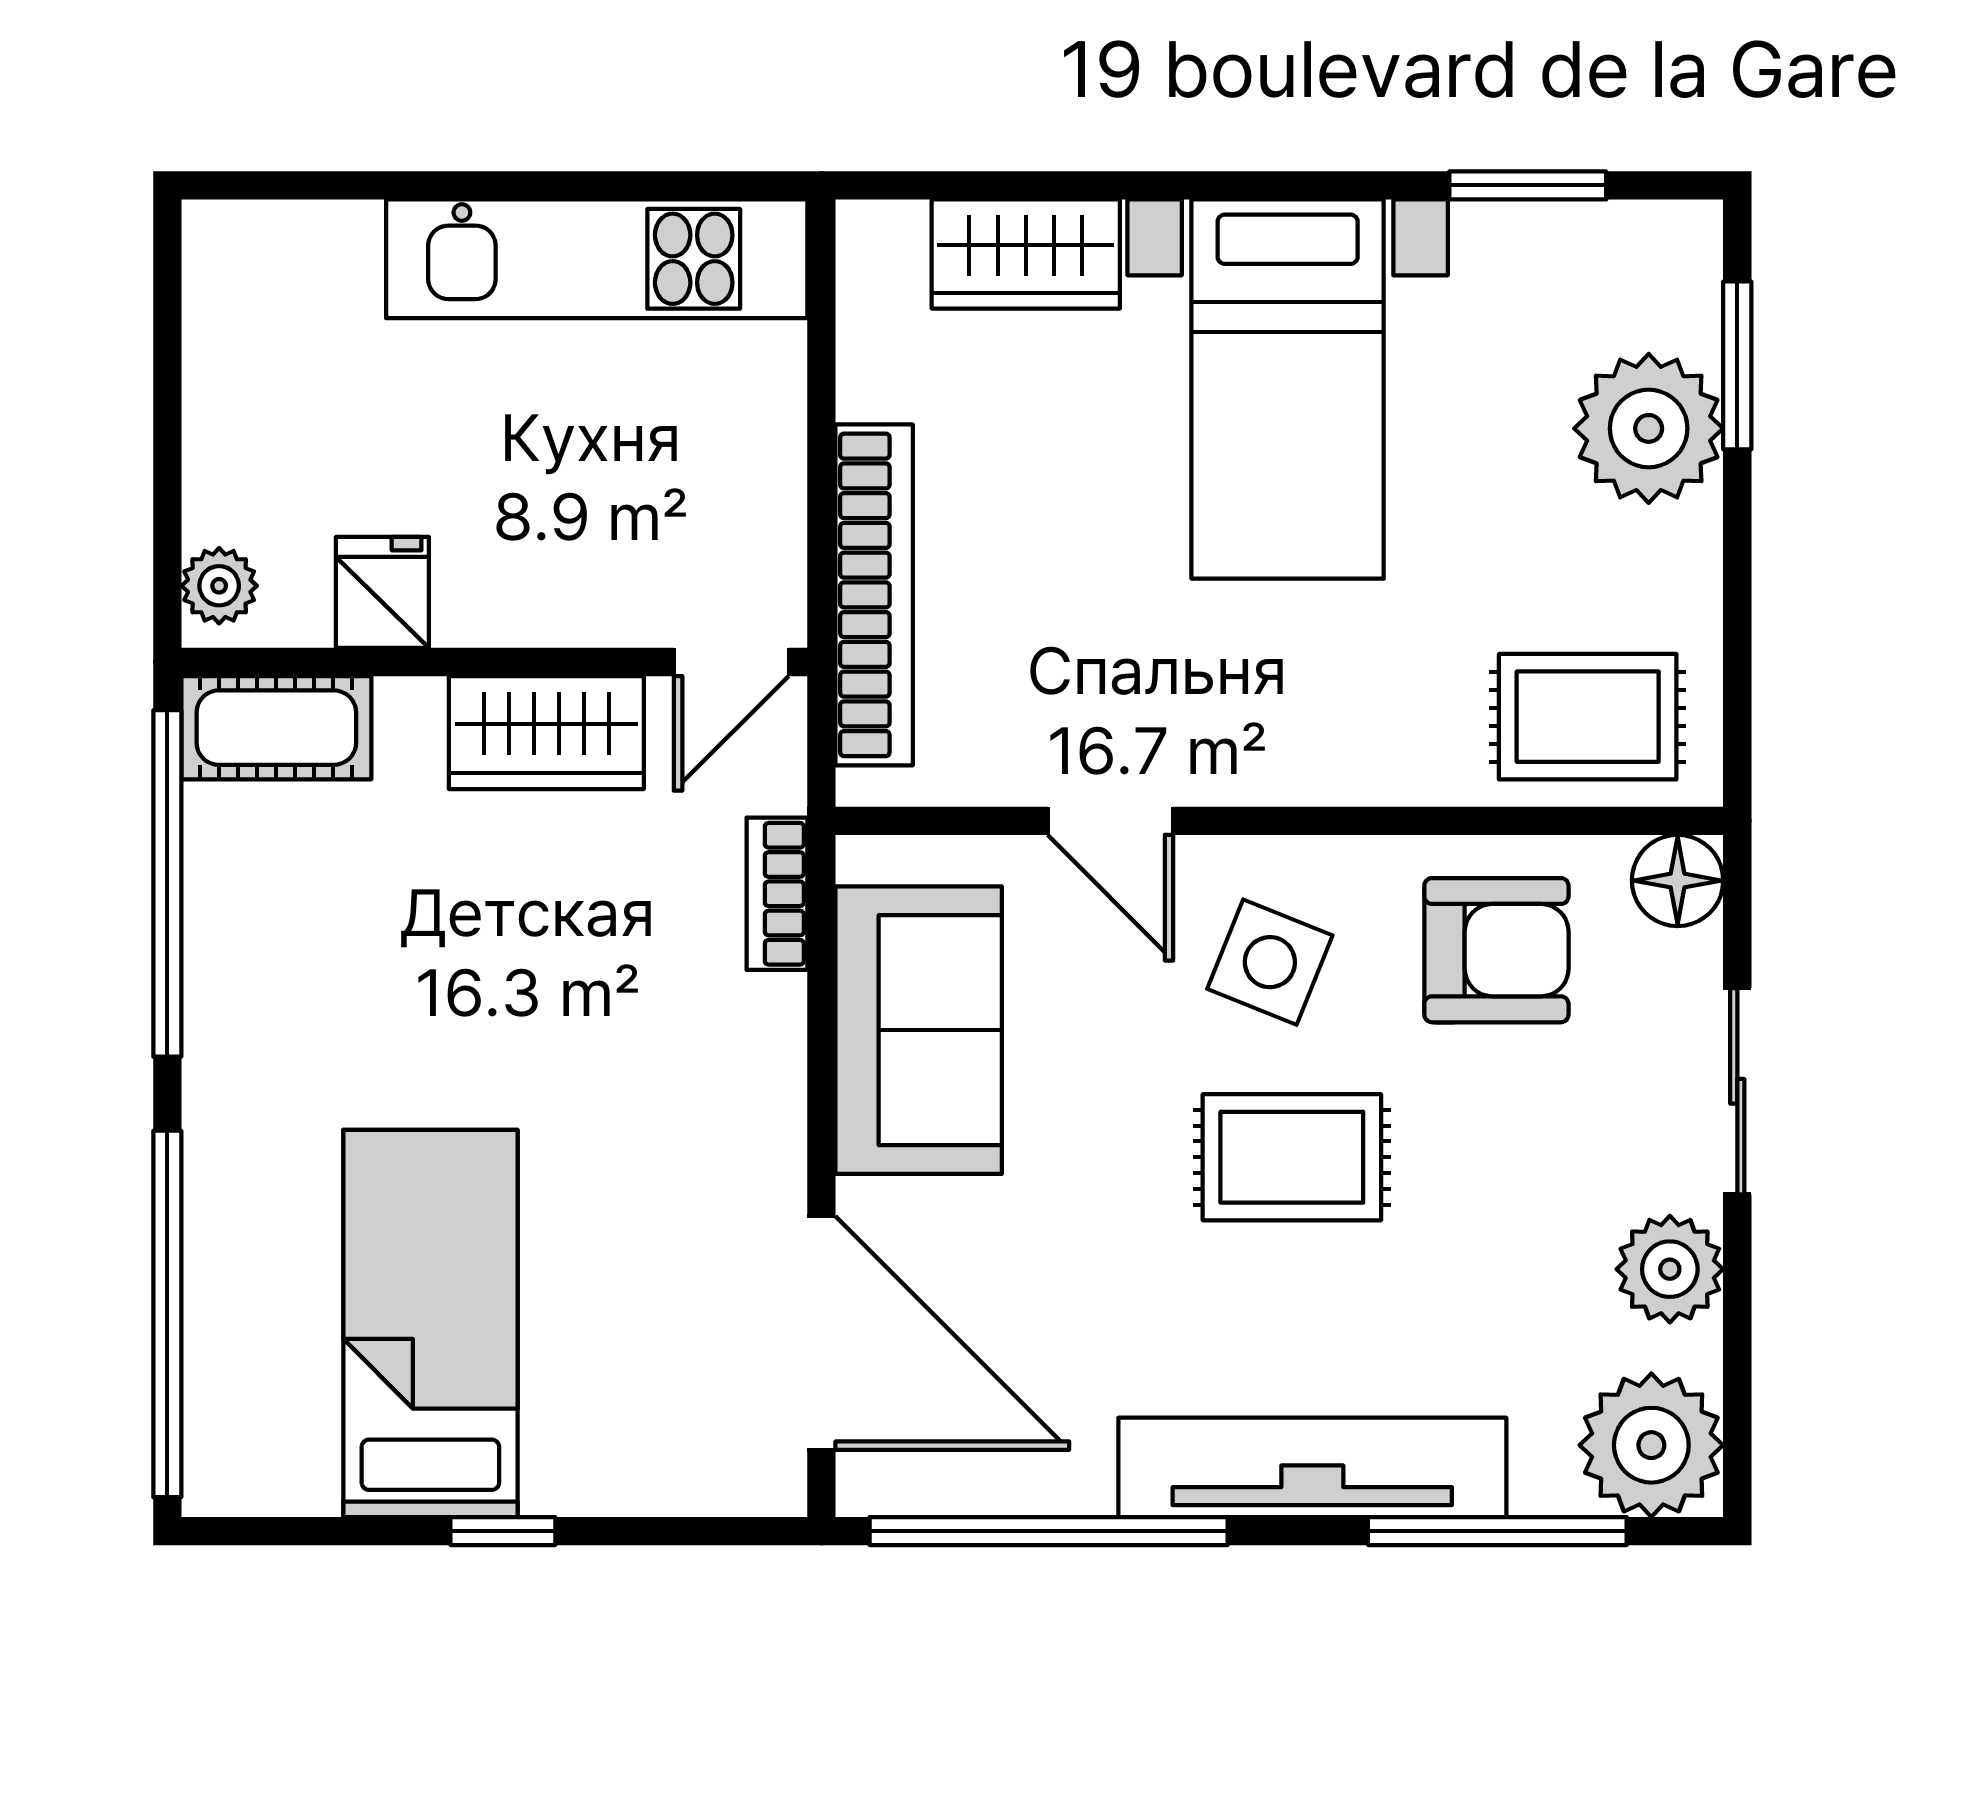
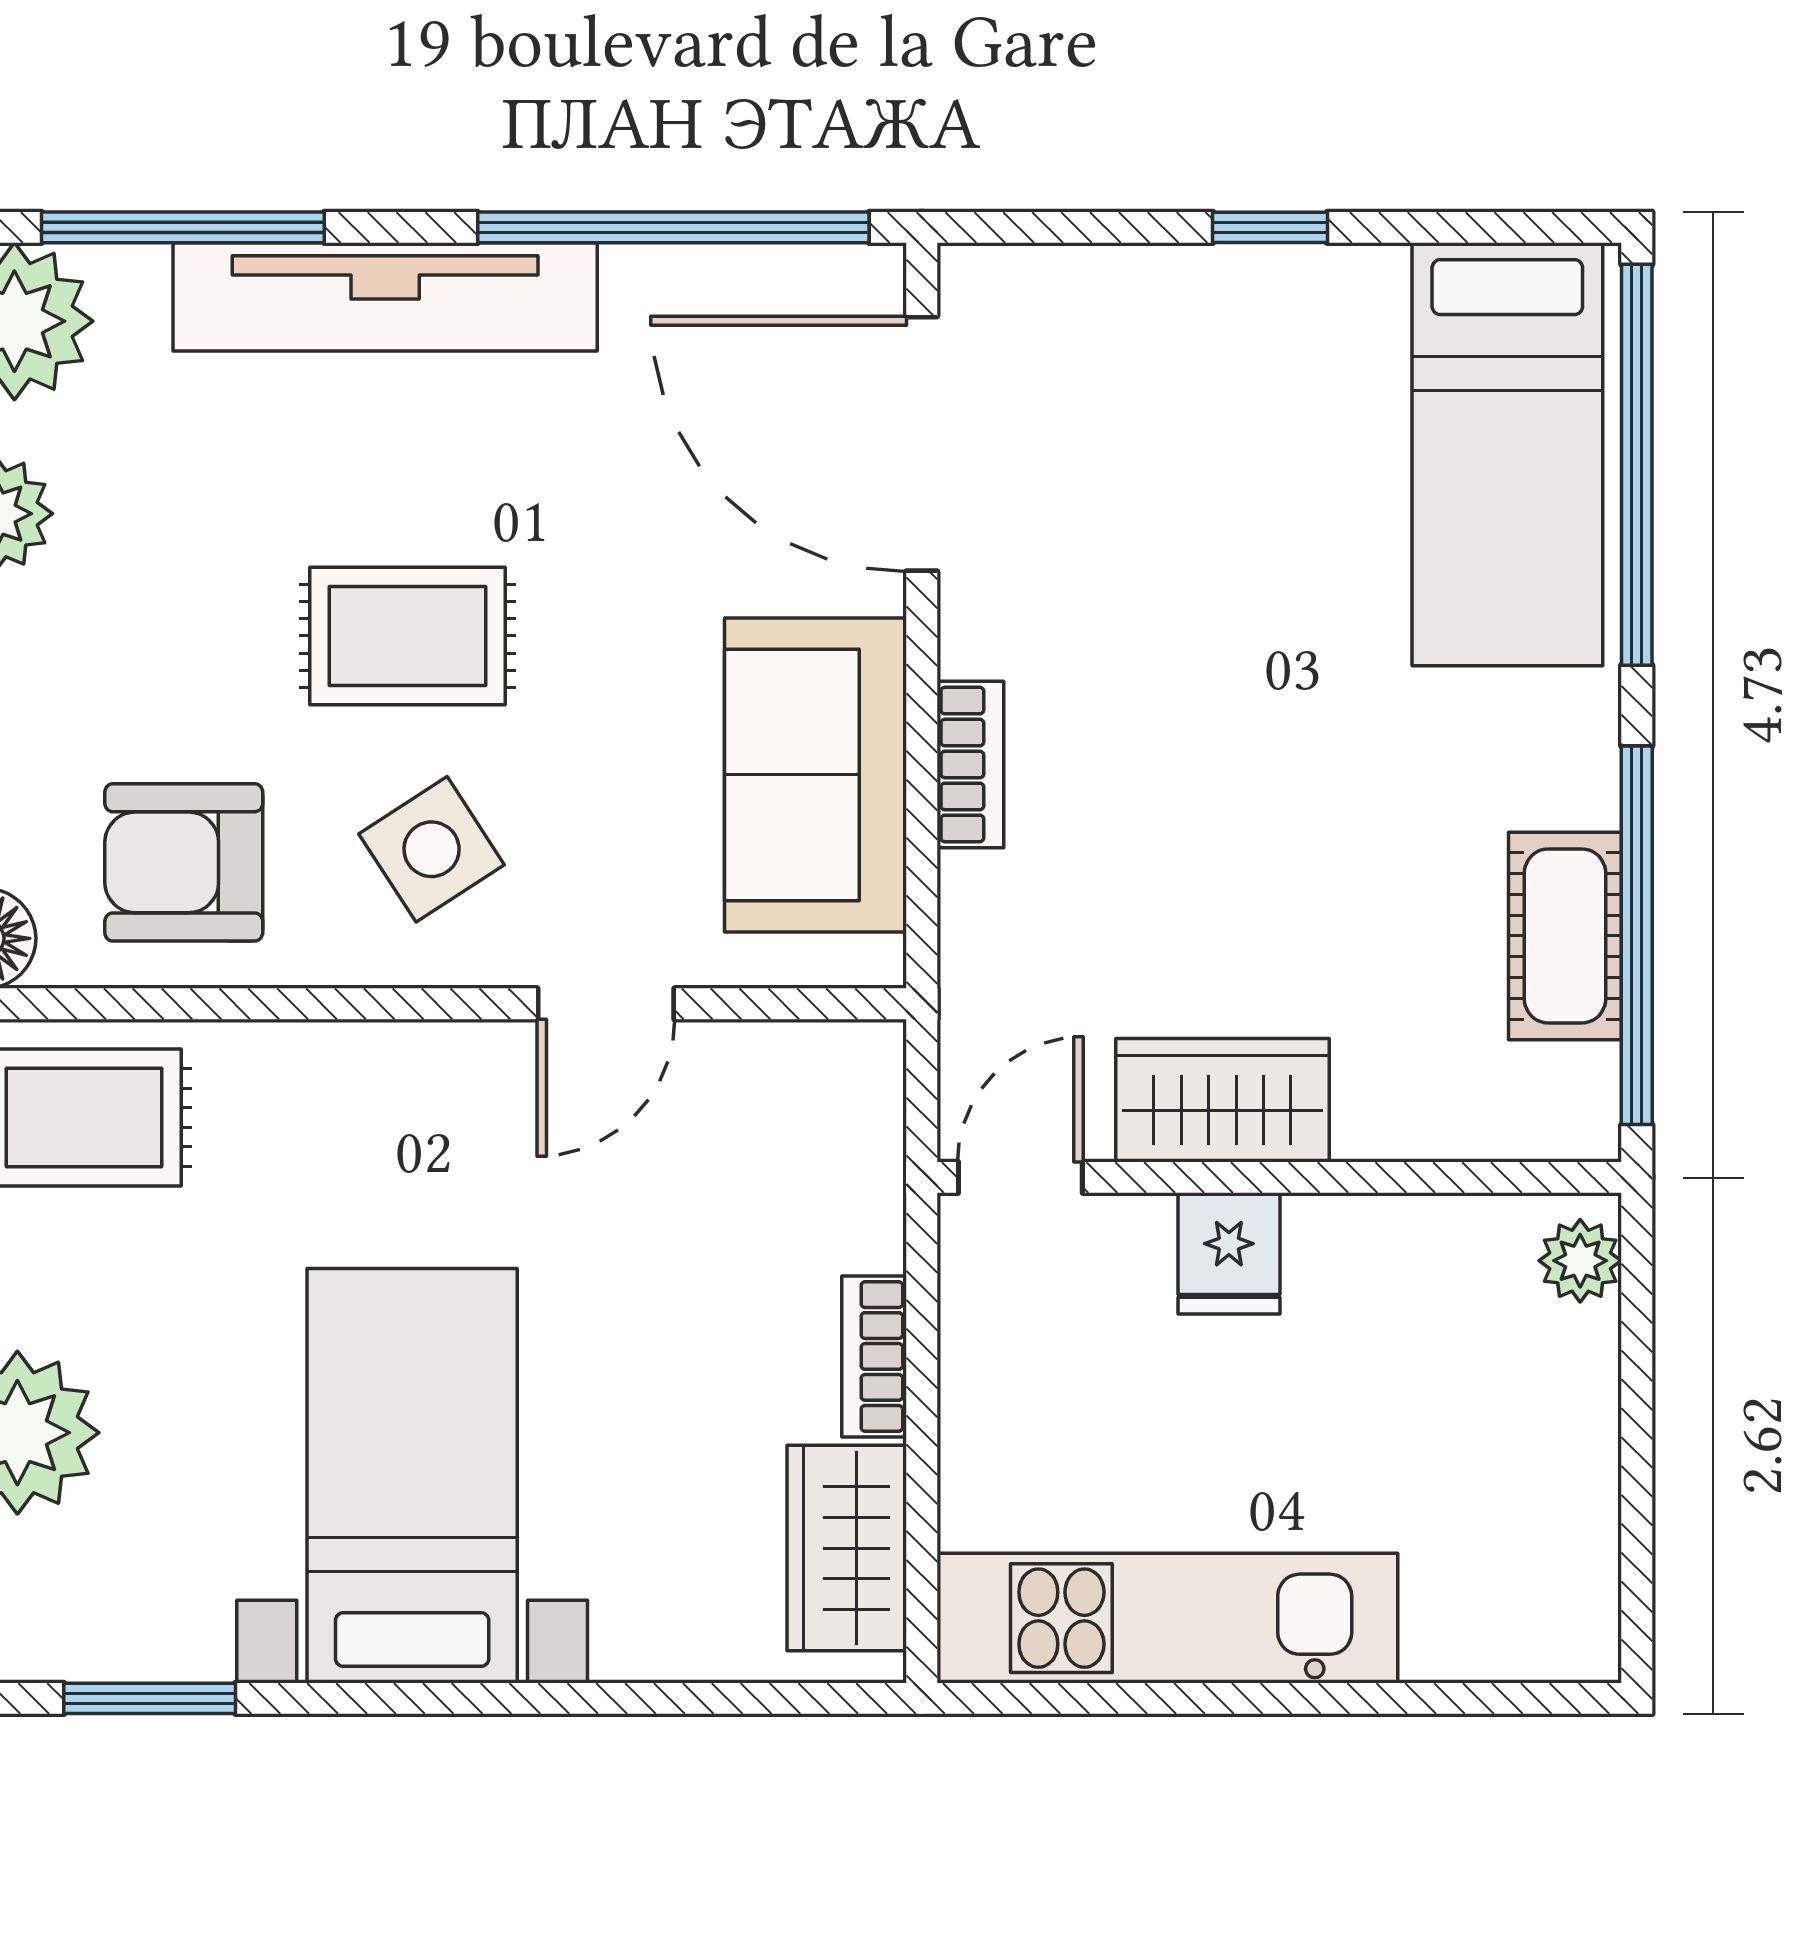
wardrobe: (1026, 254) -> (847, 1548), moved, turned -90
fridge: (382, 592) -> (1229, 1253), moved
bookcase: (874, 595) -> (874, 1356), width x0.43, depth x0.76
cot: (276, 728) -> (1565, 936), moved, turned 90
door: (1110, 821) -> (606, 1004), swing flipped
bookcase: (777, 894) -> (970, 765), moved
side table: (1270, 962) -> (432, 849), turned 35
bed: (430, 1323) -> (1507, 454), moved

